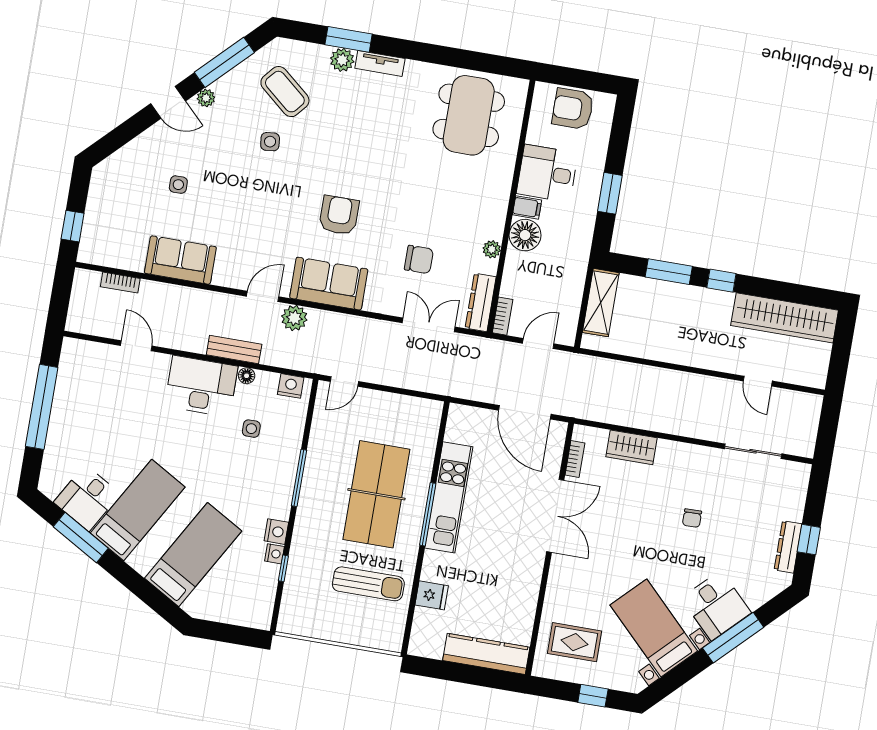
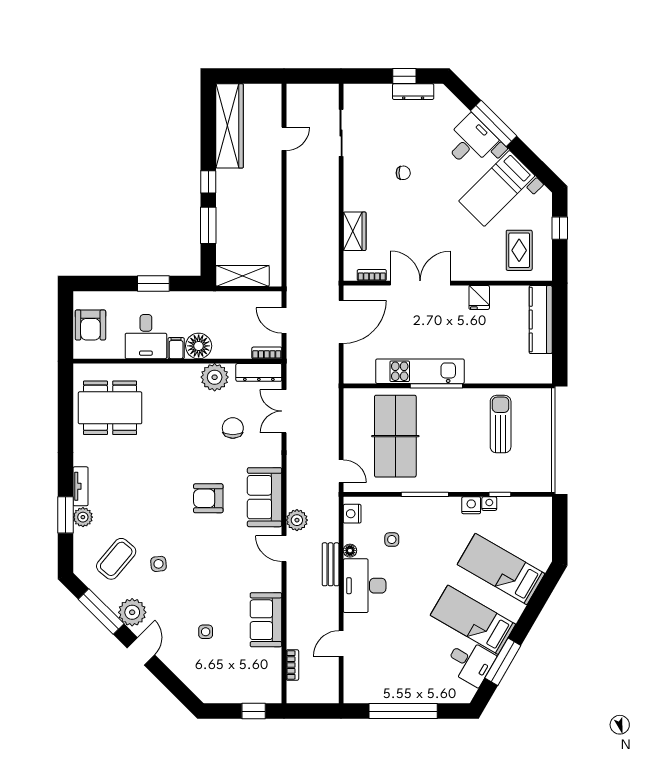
plant: (206, 98) -> (132, 612), width x1.87, depth x1.87
plant: (492, 249) -> (215, 377), width x1.88, depth x1.88
table tennis table: (376, 494) -> (395, 436), moved, turned 90
fridge: (432, 595) -> (479, 297), moved, turned 180

